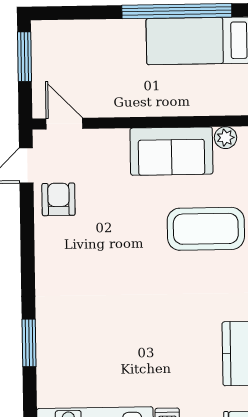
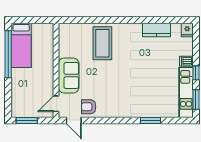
plant: (225, 138) -> (63, 34), removed
sofa: (171, 151) -> (69, 75), moved

